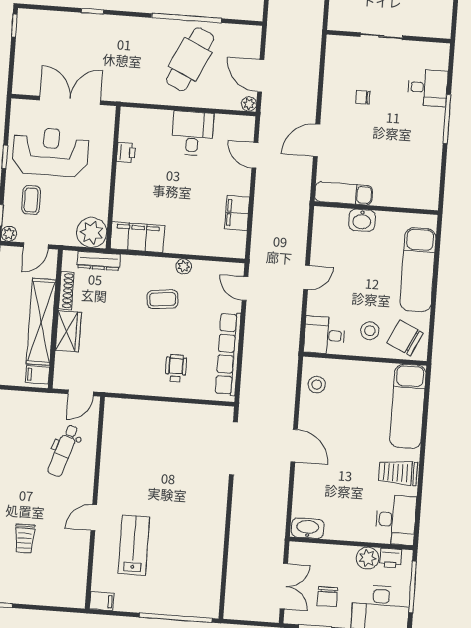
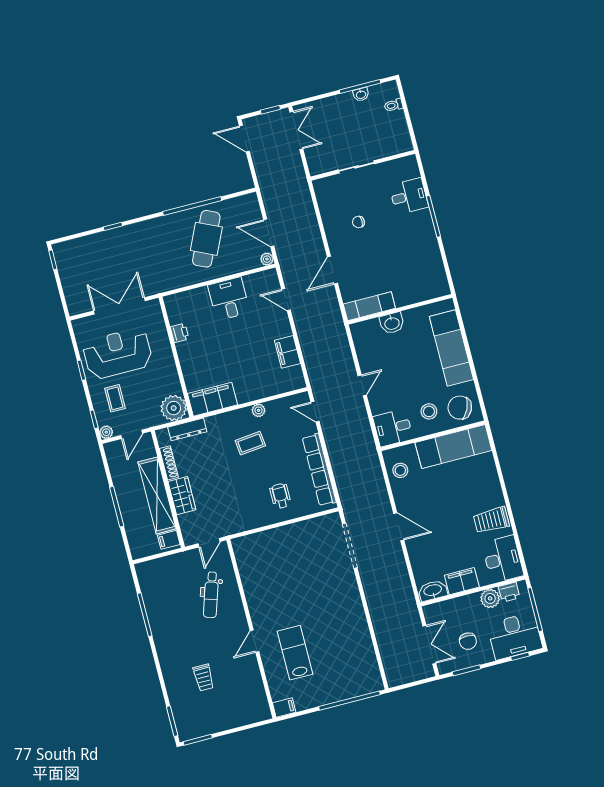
exam couch: (408, 406) -> (453, 447), moved, turned -90
filing cabinet: (343, 529) -> (462, 581), added

